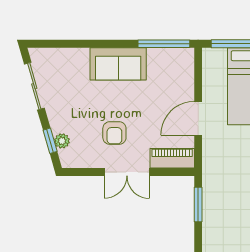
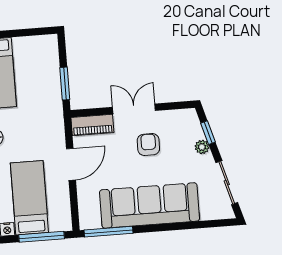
sofa: (118, 64) -> (150, 205), width x1.85, depth x1.27
plant: (62, 141) -> (202, 147), moved

